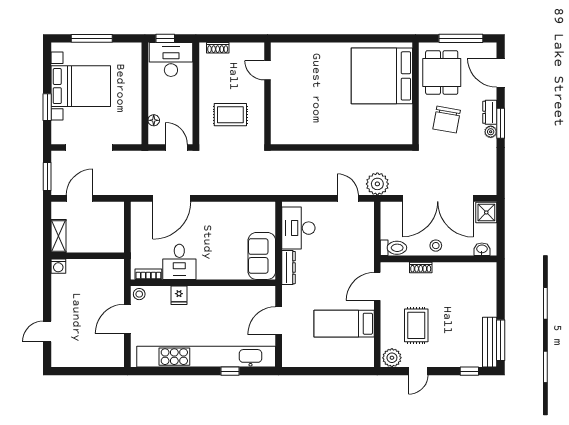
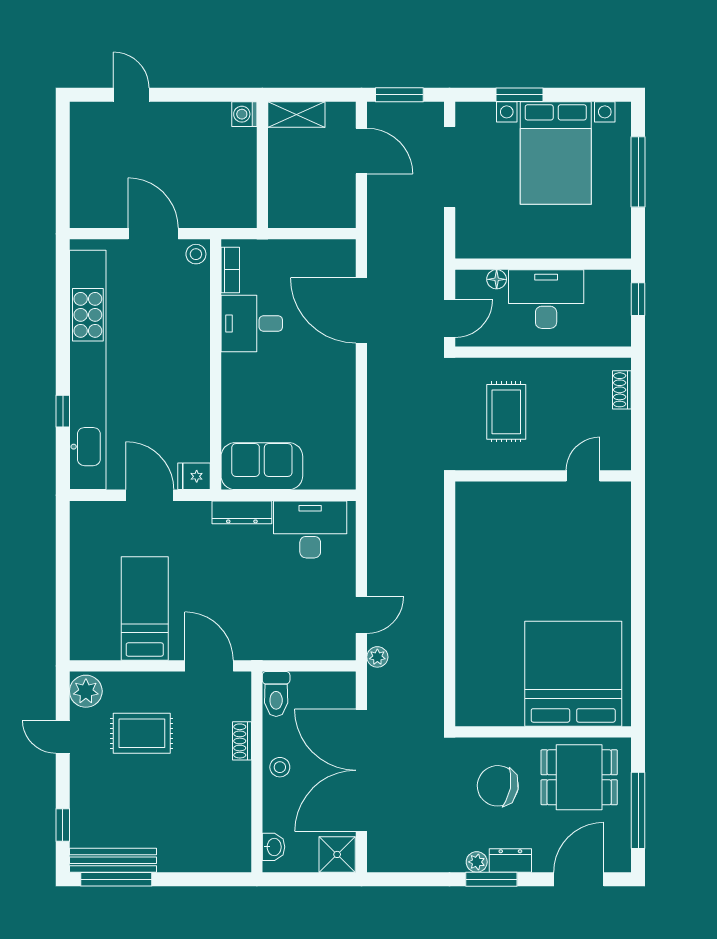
desk: (171, 59) -> (546, 299), moved, turned -90
plant: (377, 184) -> (377, 657), width x0.53, depth x0.53
fridge: (179, 295) -> (194, 476), moved

